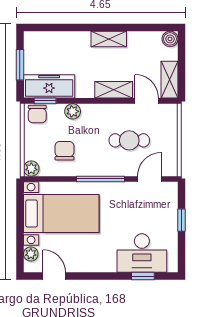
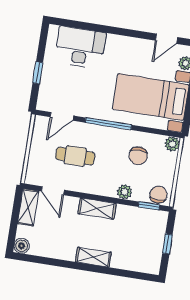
shelving: (109, 39) -> (93, 257), moved
window: (20, 65) -> (167, 244), width x0.67
freezer: (49, 86) -> (143, 219), removed
shelving: (114, 90) -> (97, 208), moved
door: (54, 276) -> (167, 39), hinge flipped
window: (143, 276) -> (83, 25), removed

